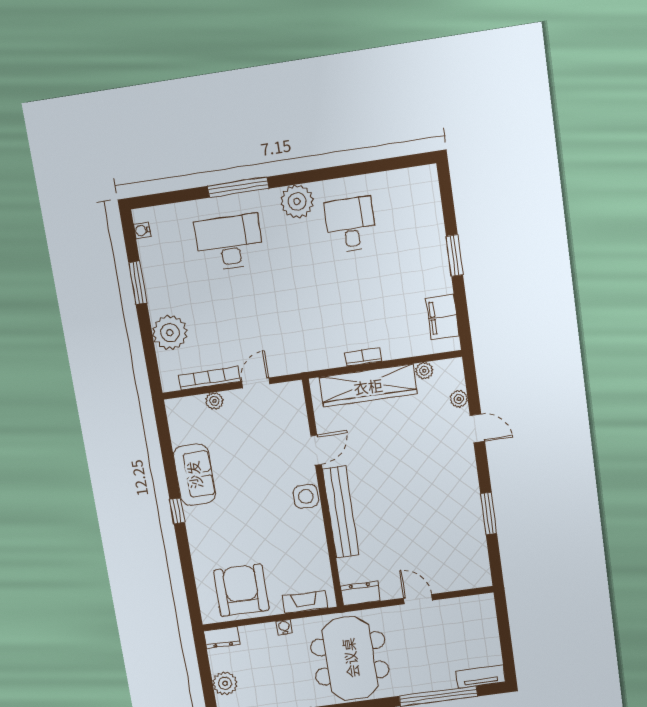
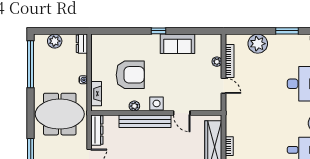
plant: (316, 534) -> (134, 106), added
armchair: (241, 590) -> (130, 75), moved
dresser: (360, 593) -> (97, 130), width x1.44

